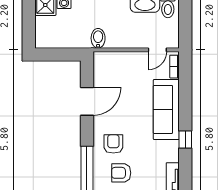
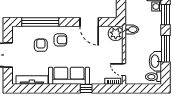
plant: (104, 62) -> (116, 34), added
sofa: (166, 109) -> (69, 76), moved
window: (185, 139) -> (86, 89), moved

